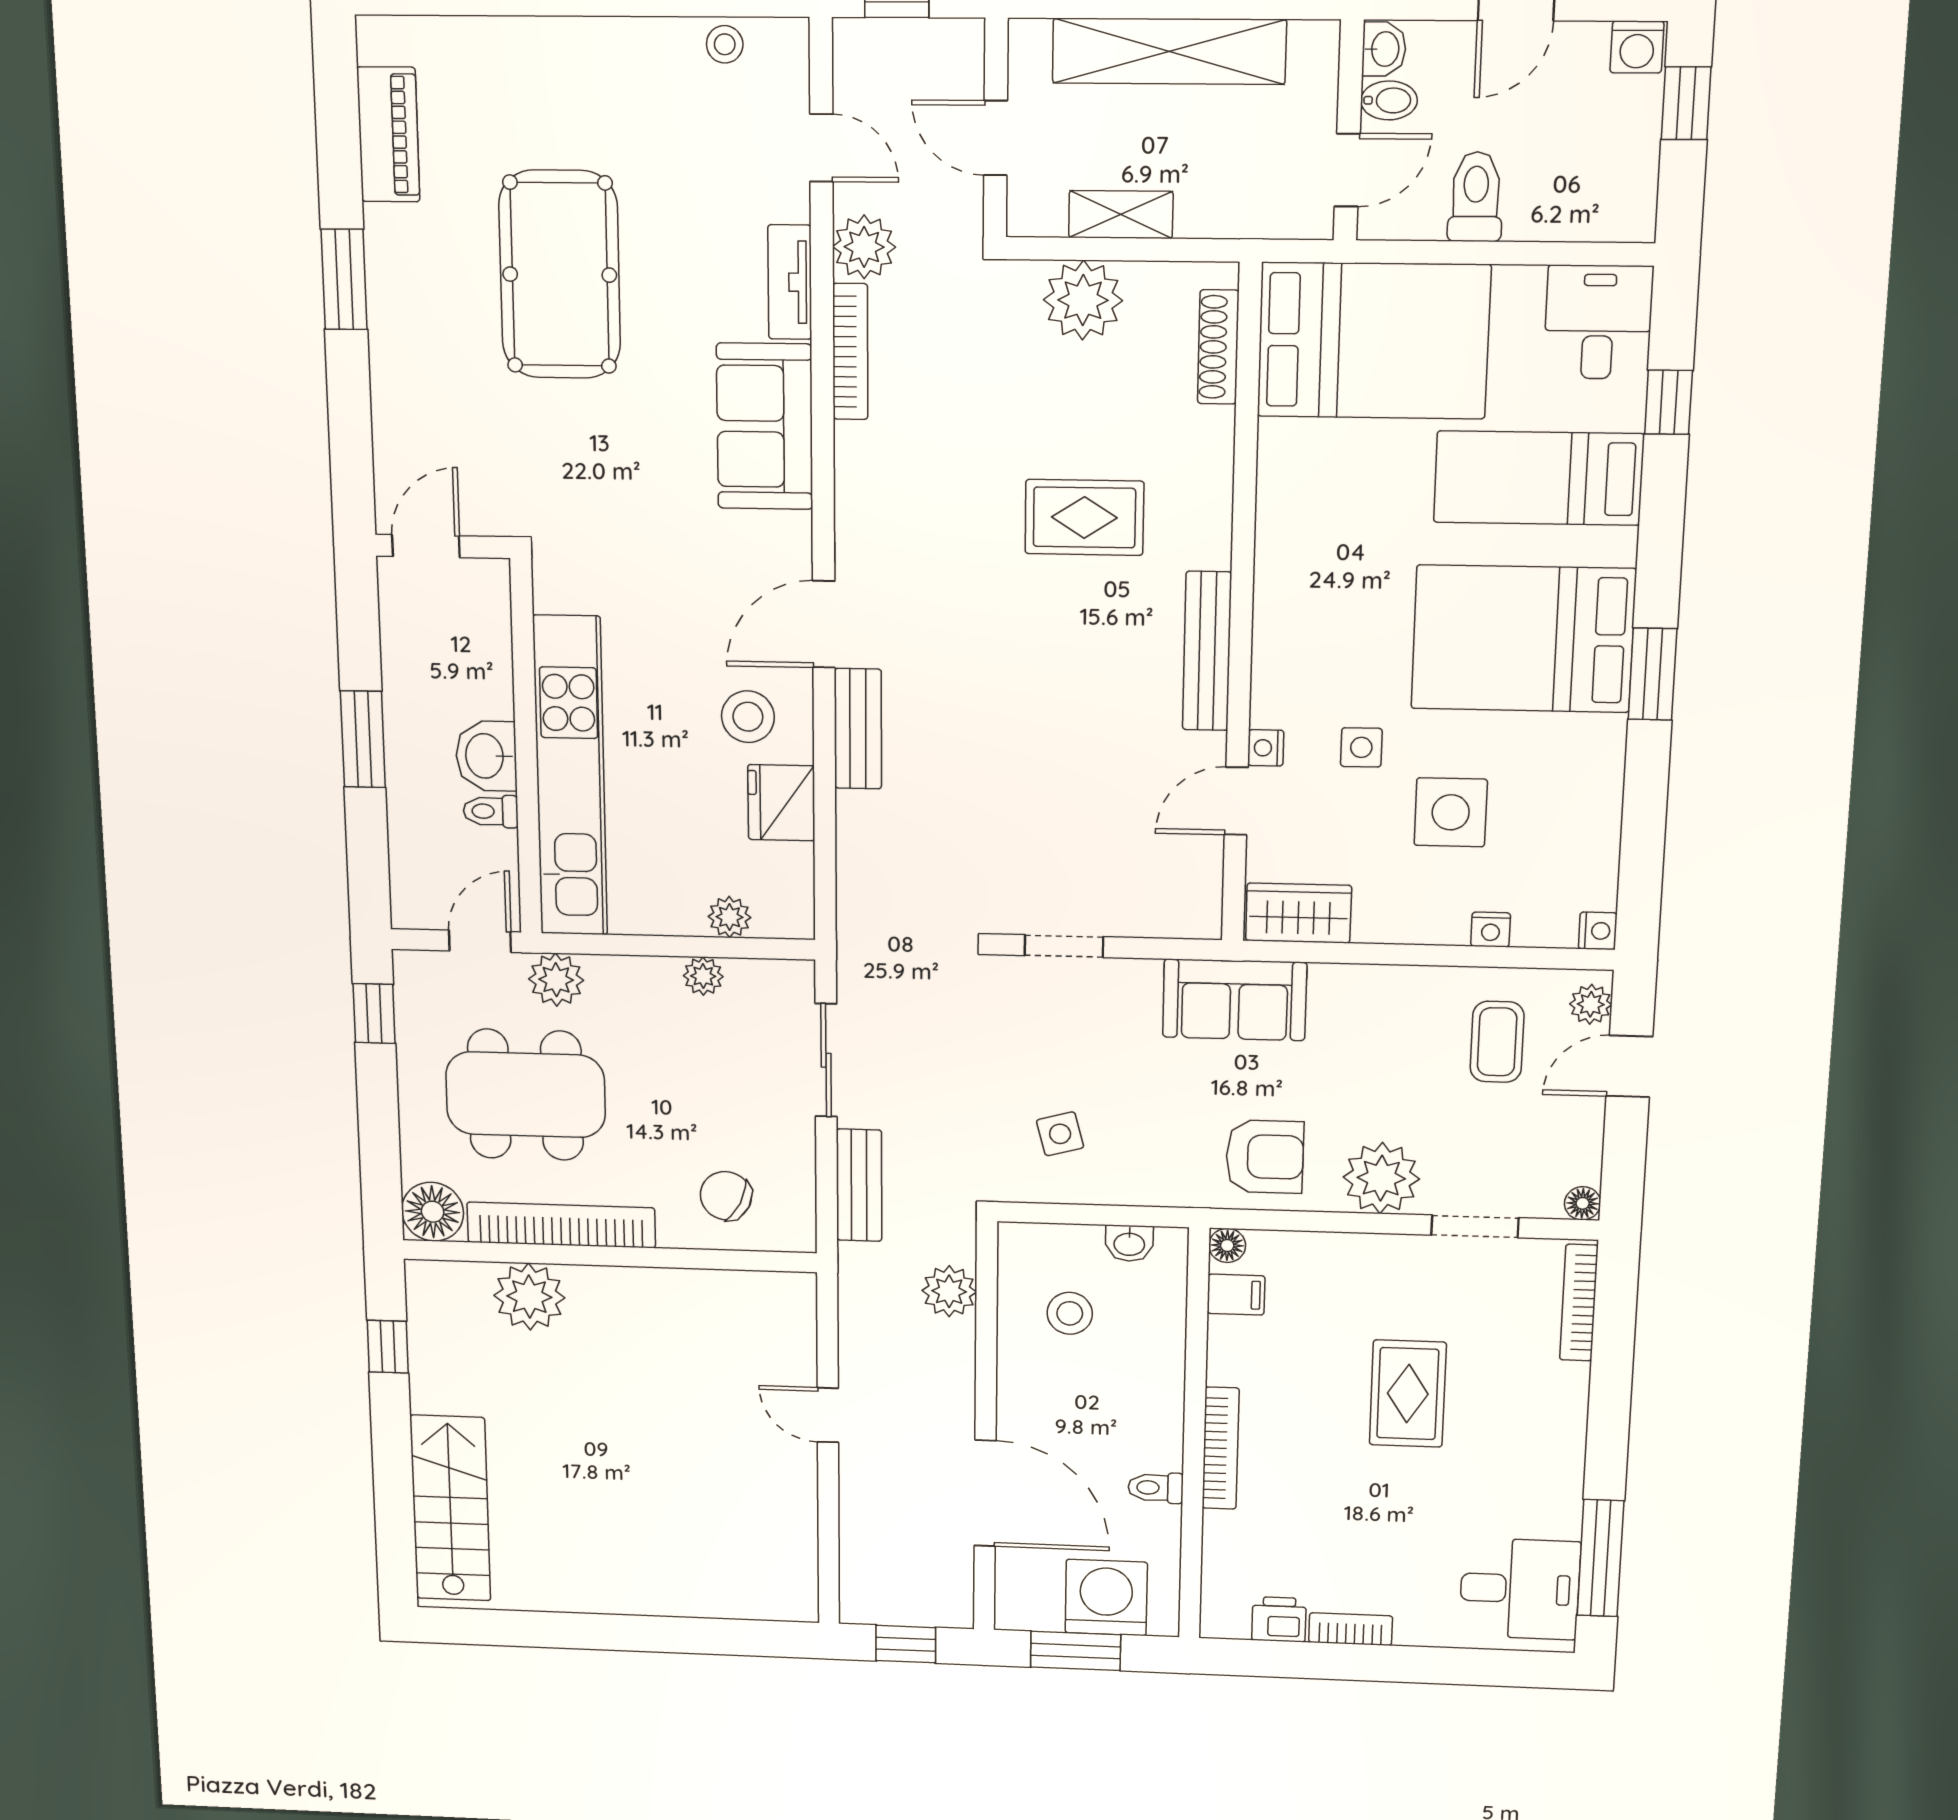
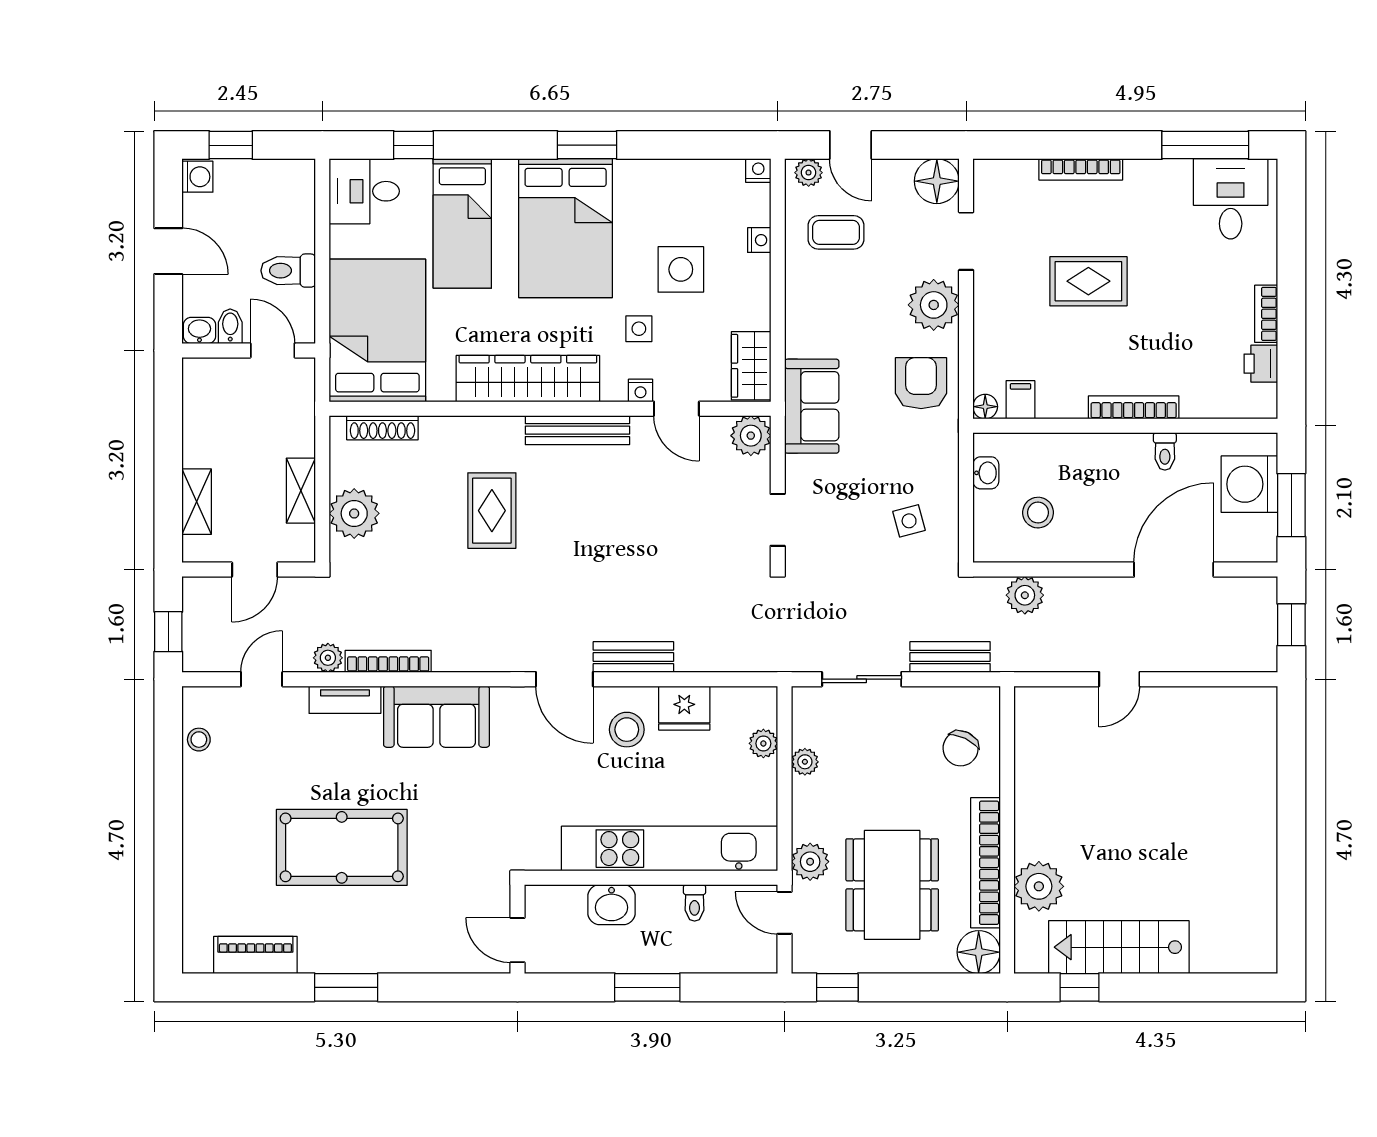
shelving: (1169, 51) -> (197, 502), width x0.45, depth x0.75
plant: (864, 247) -> (328, 658), width x0.73, depth x0.73
wardrobe: (1289, 577) -> (528, 379), added
washbasin: (486, 756) -> (612, 905), moved
plant: (1192, 910) -> (751, 436), added
floor lamp: (1583, 1203) -> (937, 181), width x1.89, depth x1.89
bookcase: (1579, 1303) -> (1081, 169), moved
stairs: (450, 1508) -> (1119, 947), moved

